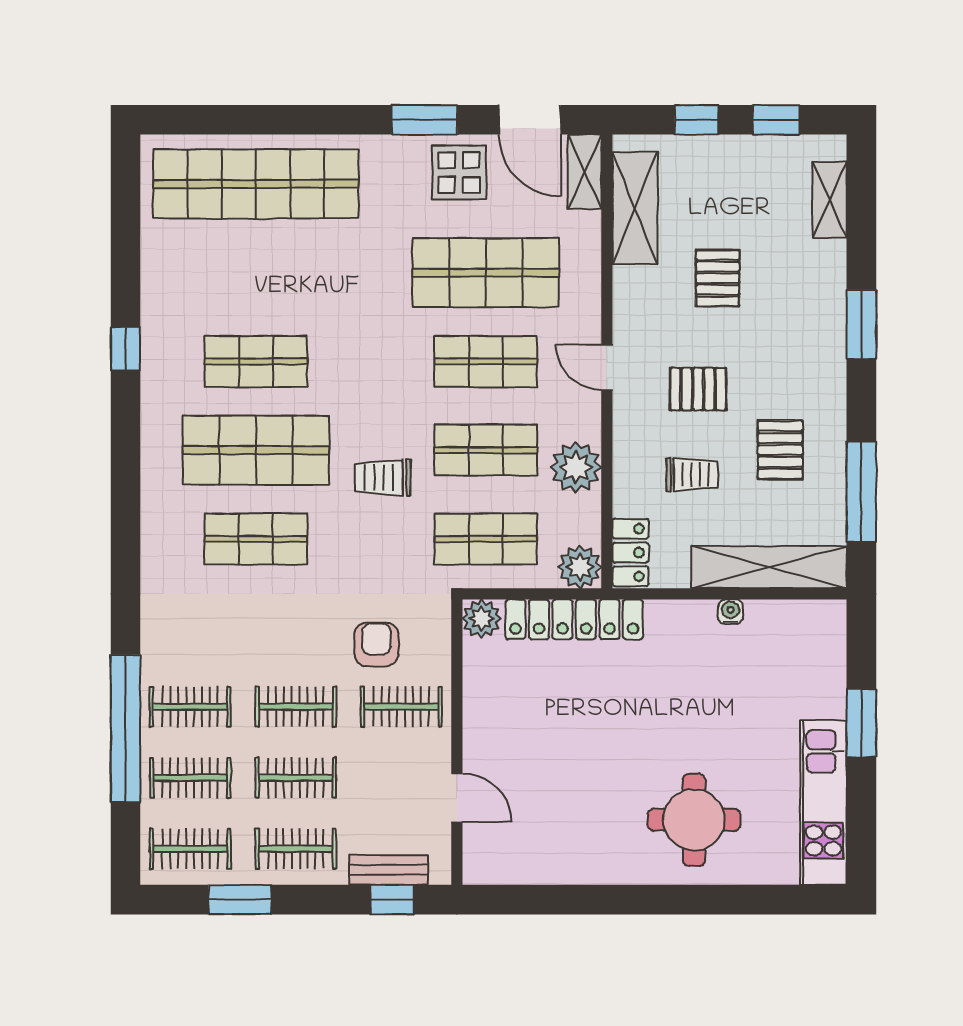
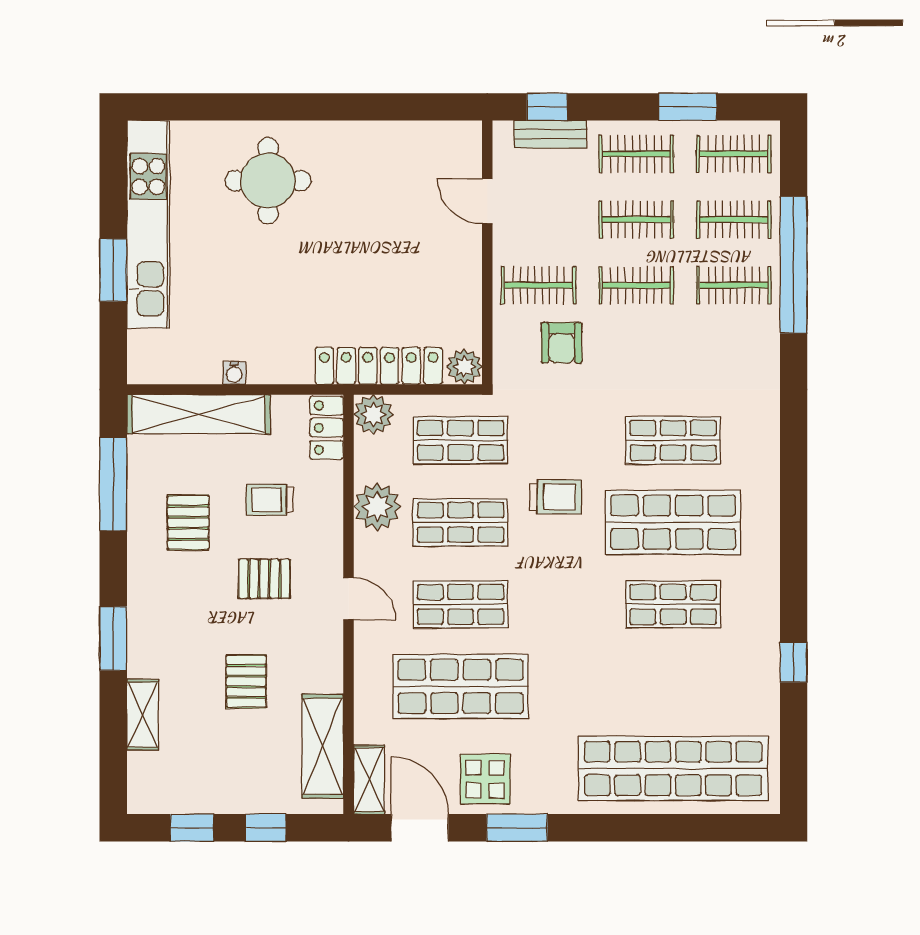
shelving: (830, 200) -> (143, 715), moved
window: (126, 349) -> (794, 662), moved
kitchen unit: (823, 803) -> (148, 224), width x1.36

